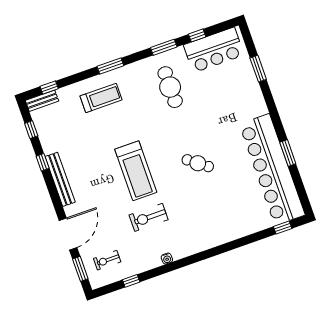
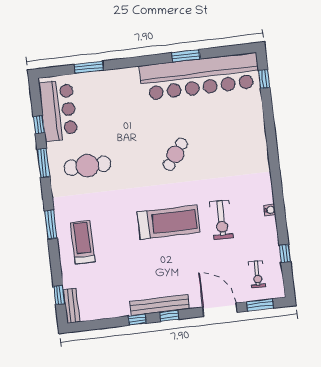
window: (31, 130) -> (169, 316), moved

